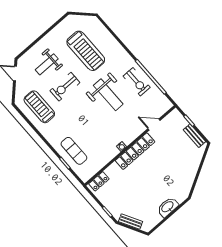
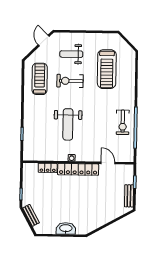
weight bench: (108, 95) -> (68, 124), moved
exercise mat: (74, 151) -> (36, 131), removed
locker: (99, 181) -> (48, 168), moved

